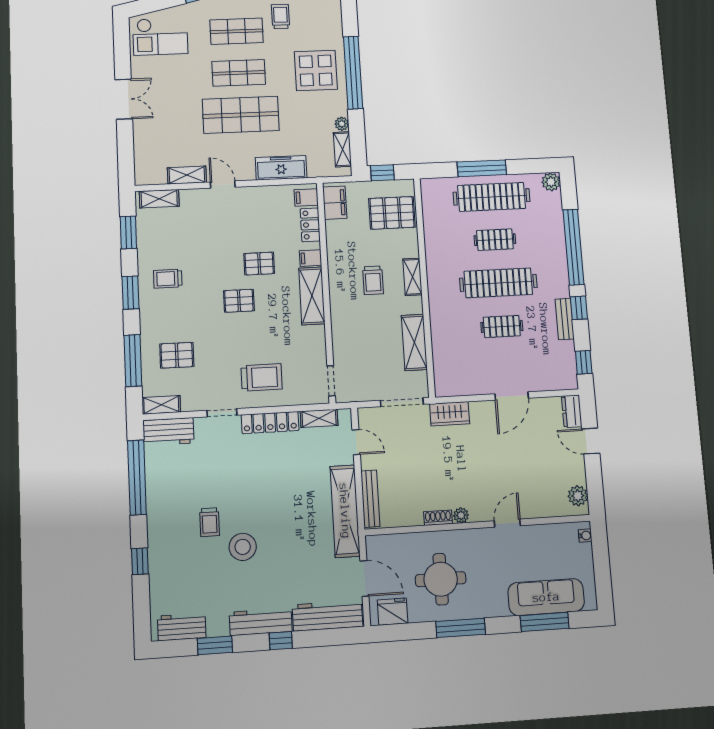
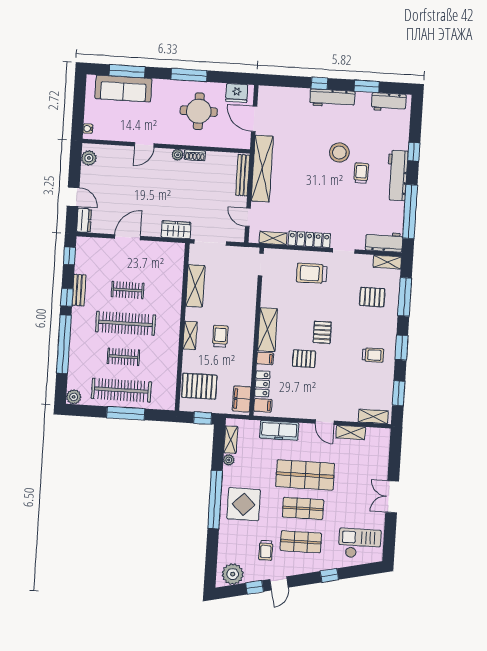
pallet: (239, 301) -> (322, 332), turned 90
workbench: (328, 616) -> (397, 175), moved, turned 90

